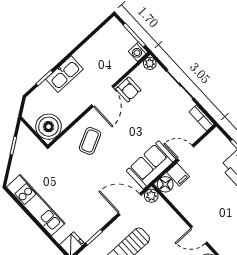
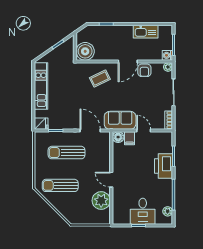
kitchen sink: (64, 74) -> (146, 32), moved
plant: (151, 196) -> (105, 136), removed

